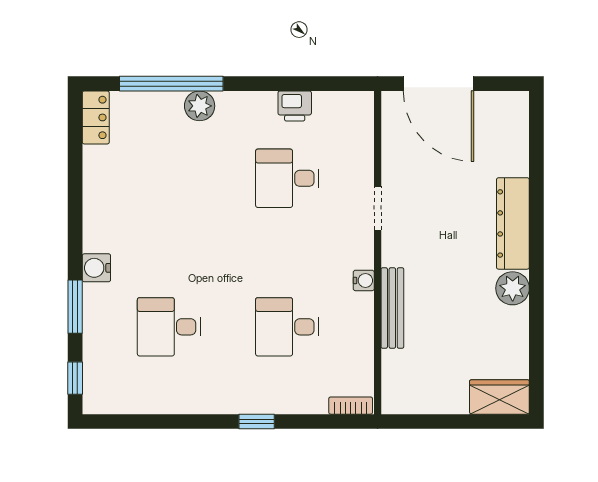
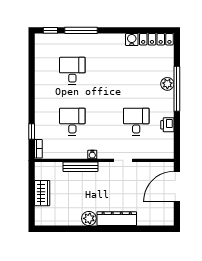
window: (171, 84) -> (177, 89), moved
locker: (96, 117) -> (156, 39), width x1.53
water cooler: (96, 268) -> (132, 40), moved
window: (75, 307) -> (81, 30), width x1.44
wardrobe: (499, 397) -> (42, 193), moved
window: (257, 421) -> (32, 131), moved

